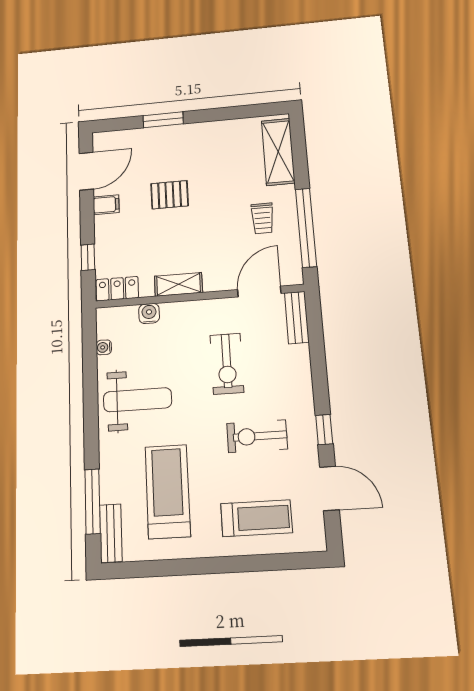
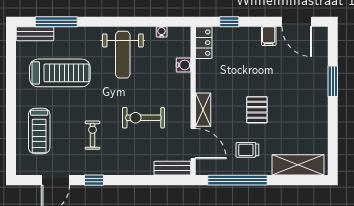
pallet: (170, 195) -> (257, 110), moved
shelving: (178, 284) -> (203, 110), moved
exercise bike: (257, 436) -> (93, 135), width x0.73, depth x0.72

